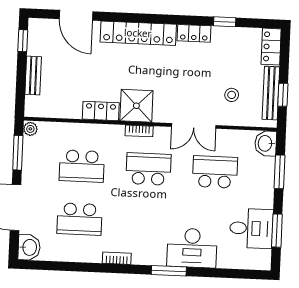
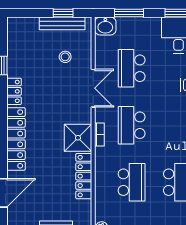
locker: (271, 47) -> (22, 25), removed
locker: (101, 111) -> (84, 176), width x1.53

